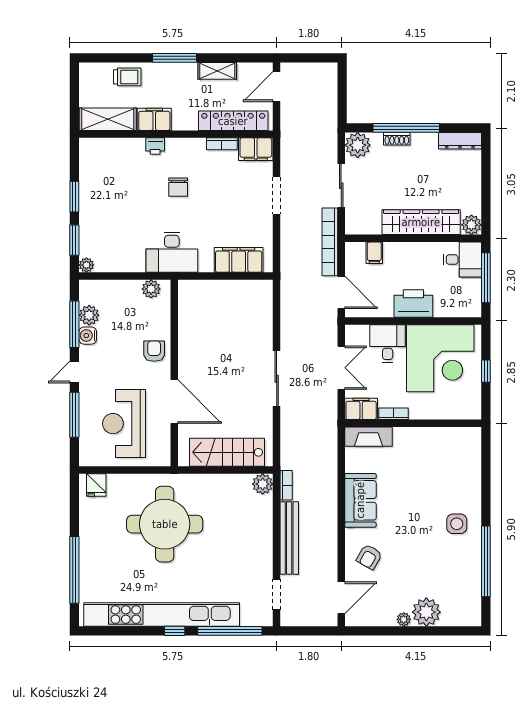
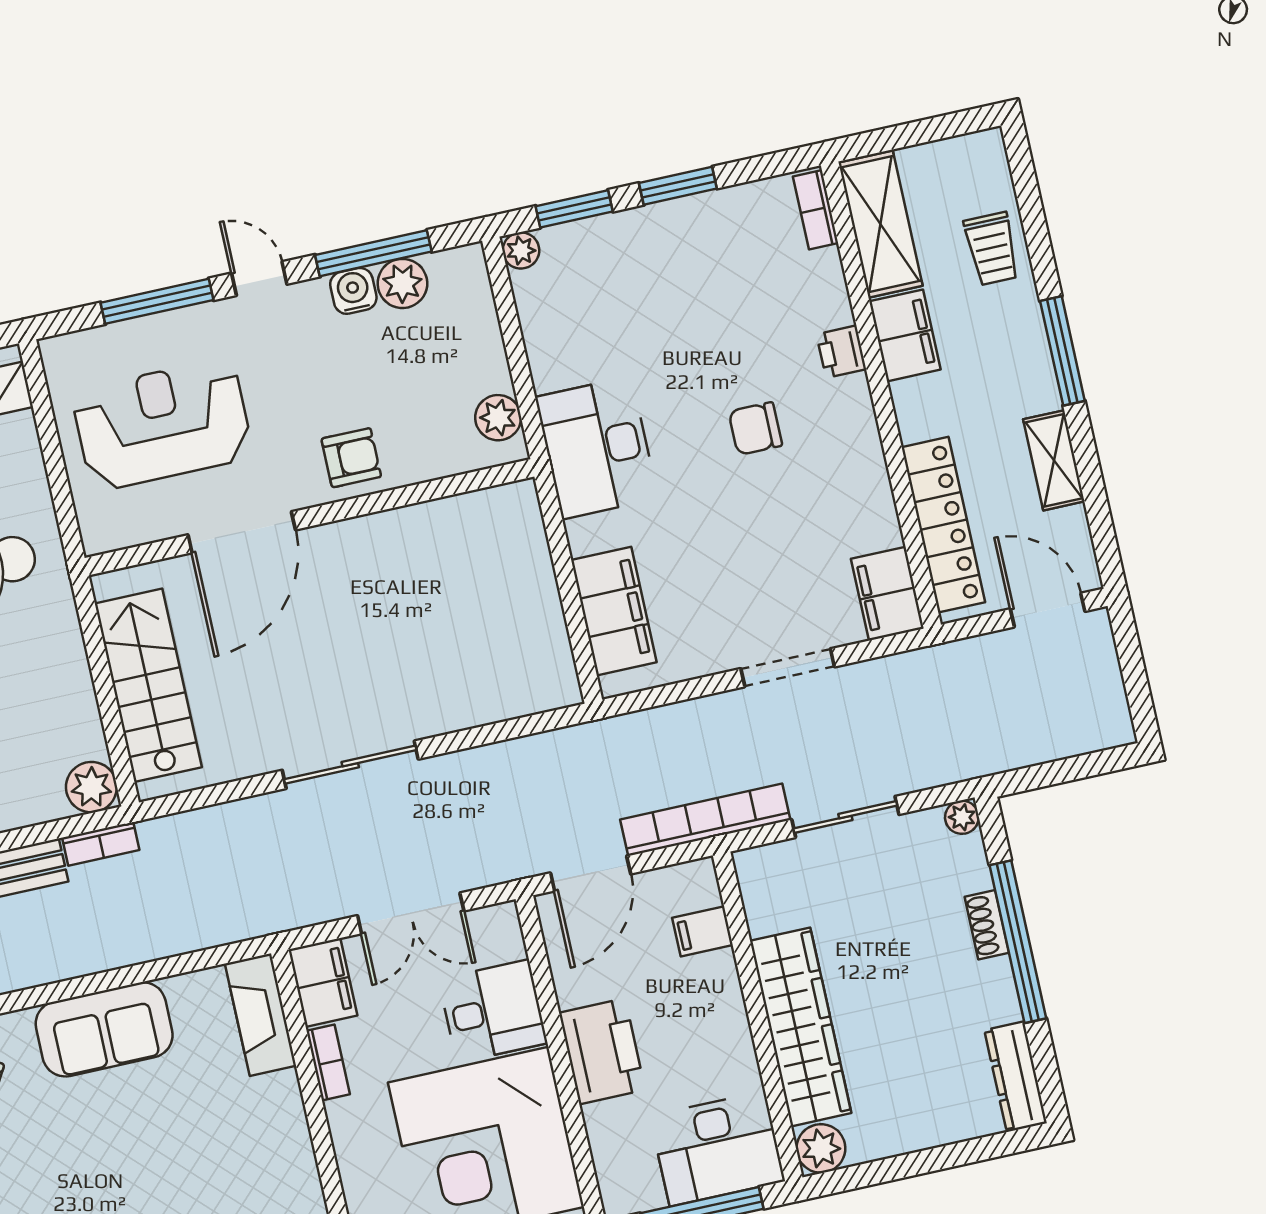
bookcase: (222, 144) -> (816, 210), moved
plant: (358, 145) -> (962, 817), width x0.53, depth x0.53
desk: (462, 260) -> (717, 1149), width x1.37

